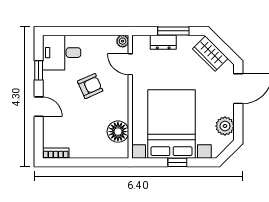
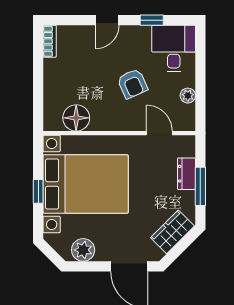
plant: (123, 41) -> (188, 96), moved
door: (130, 64) -> (159, 133), hinge flipped

